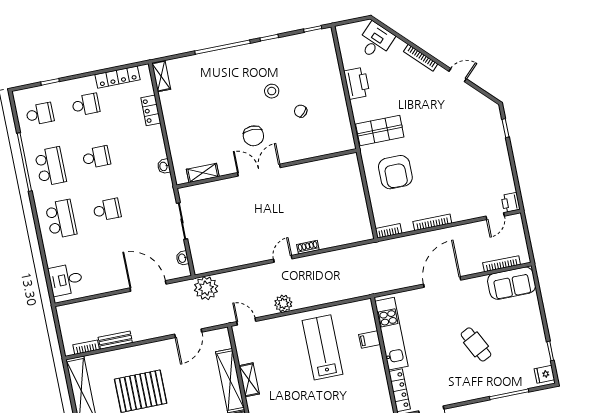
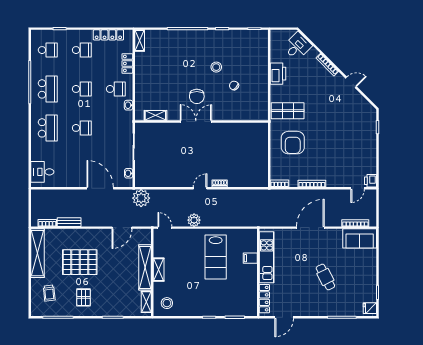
school desk: (142, 148) -> (116, 89), added
lab bench: (322, 347) -> (216, 257), turned 180

